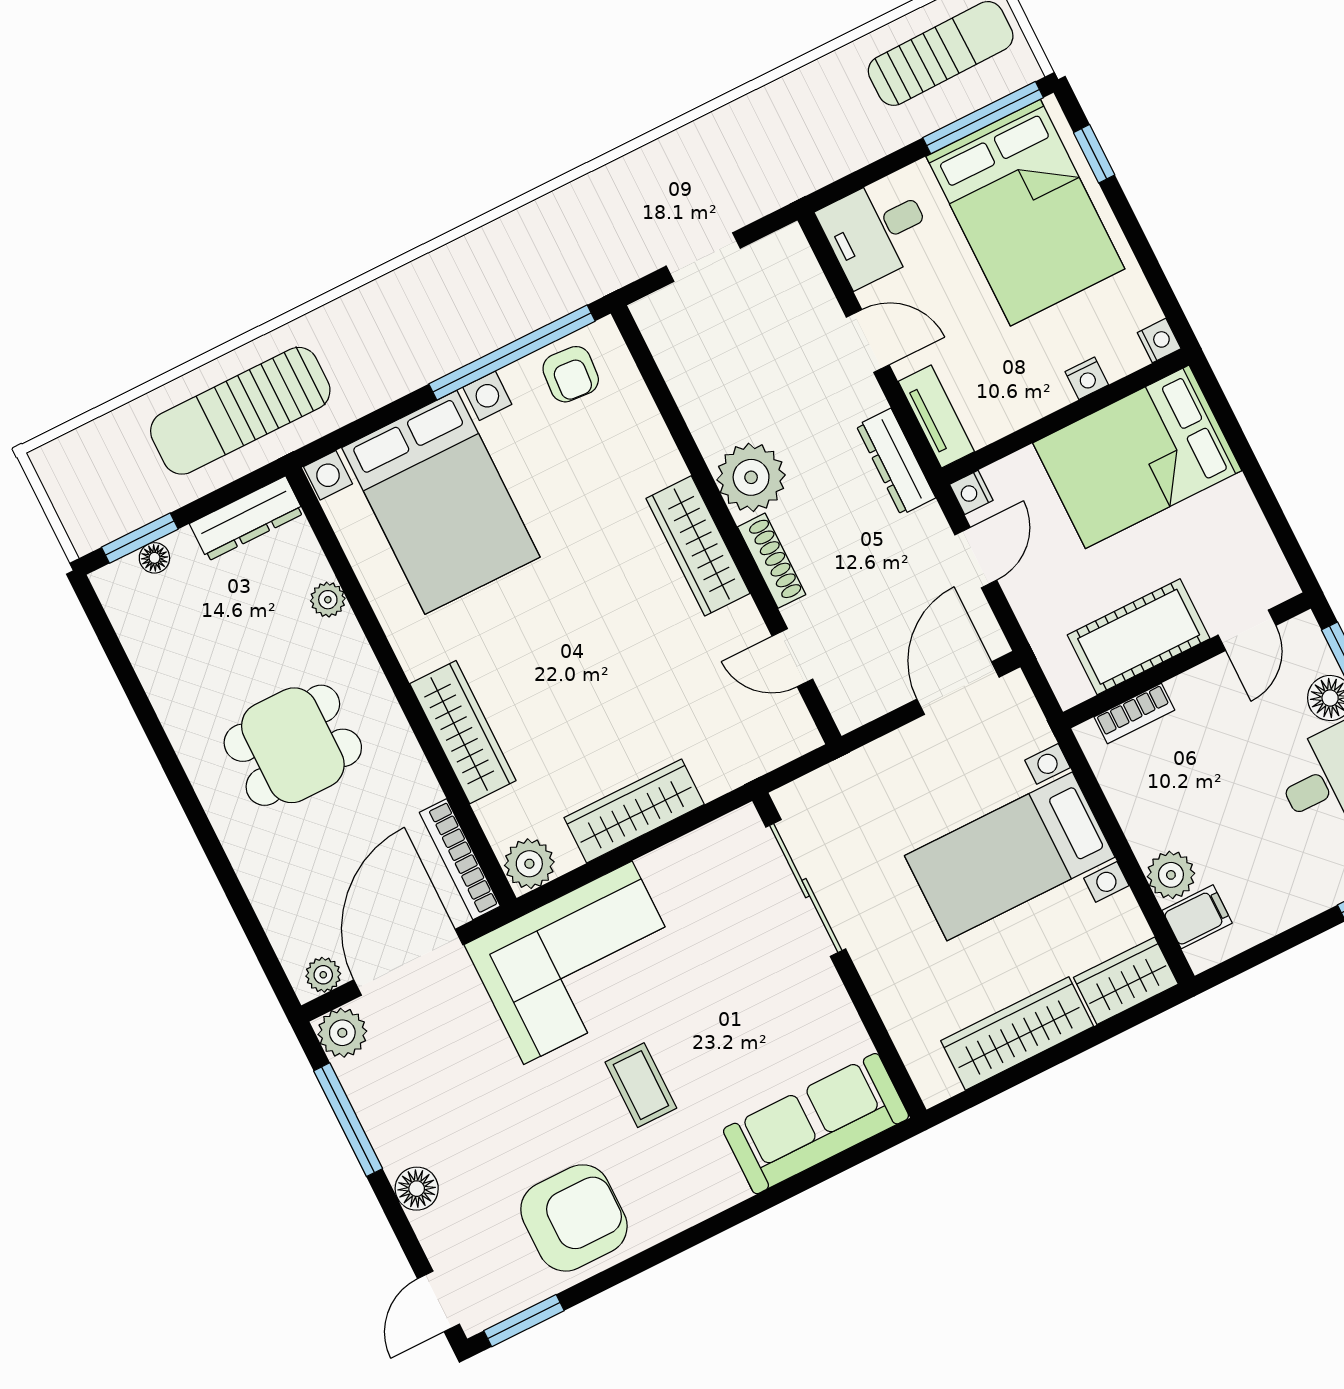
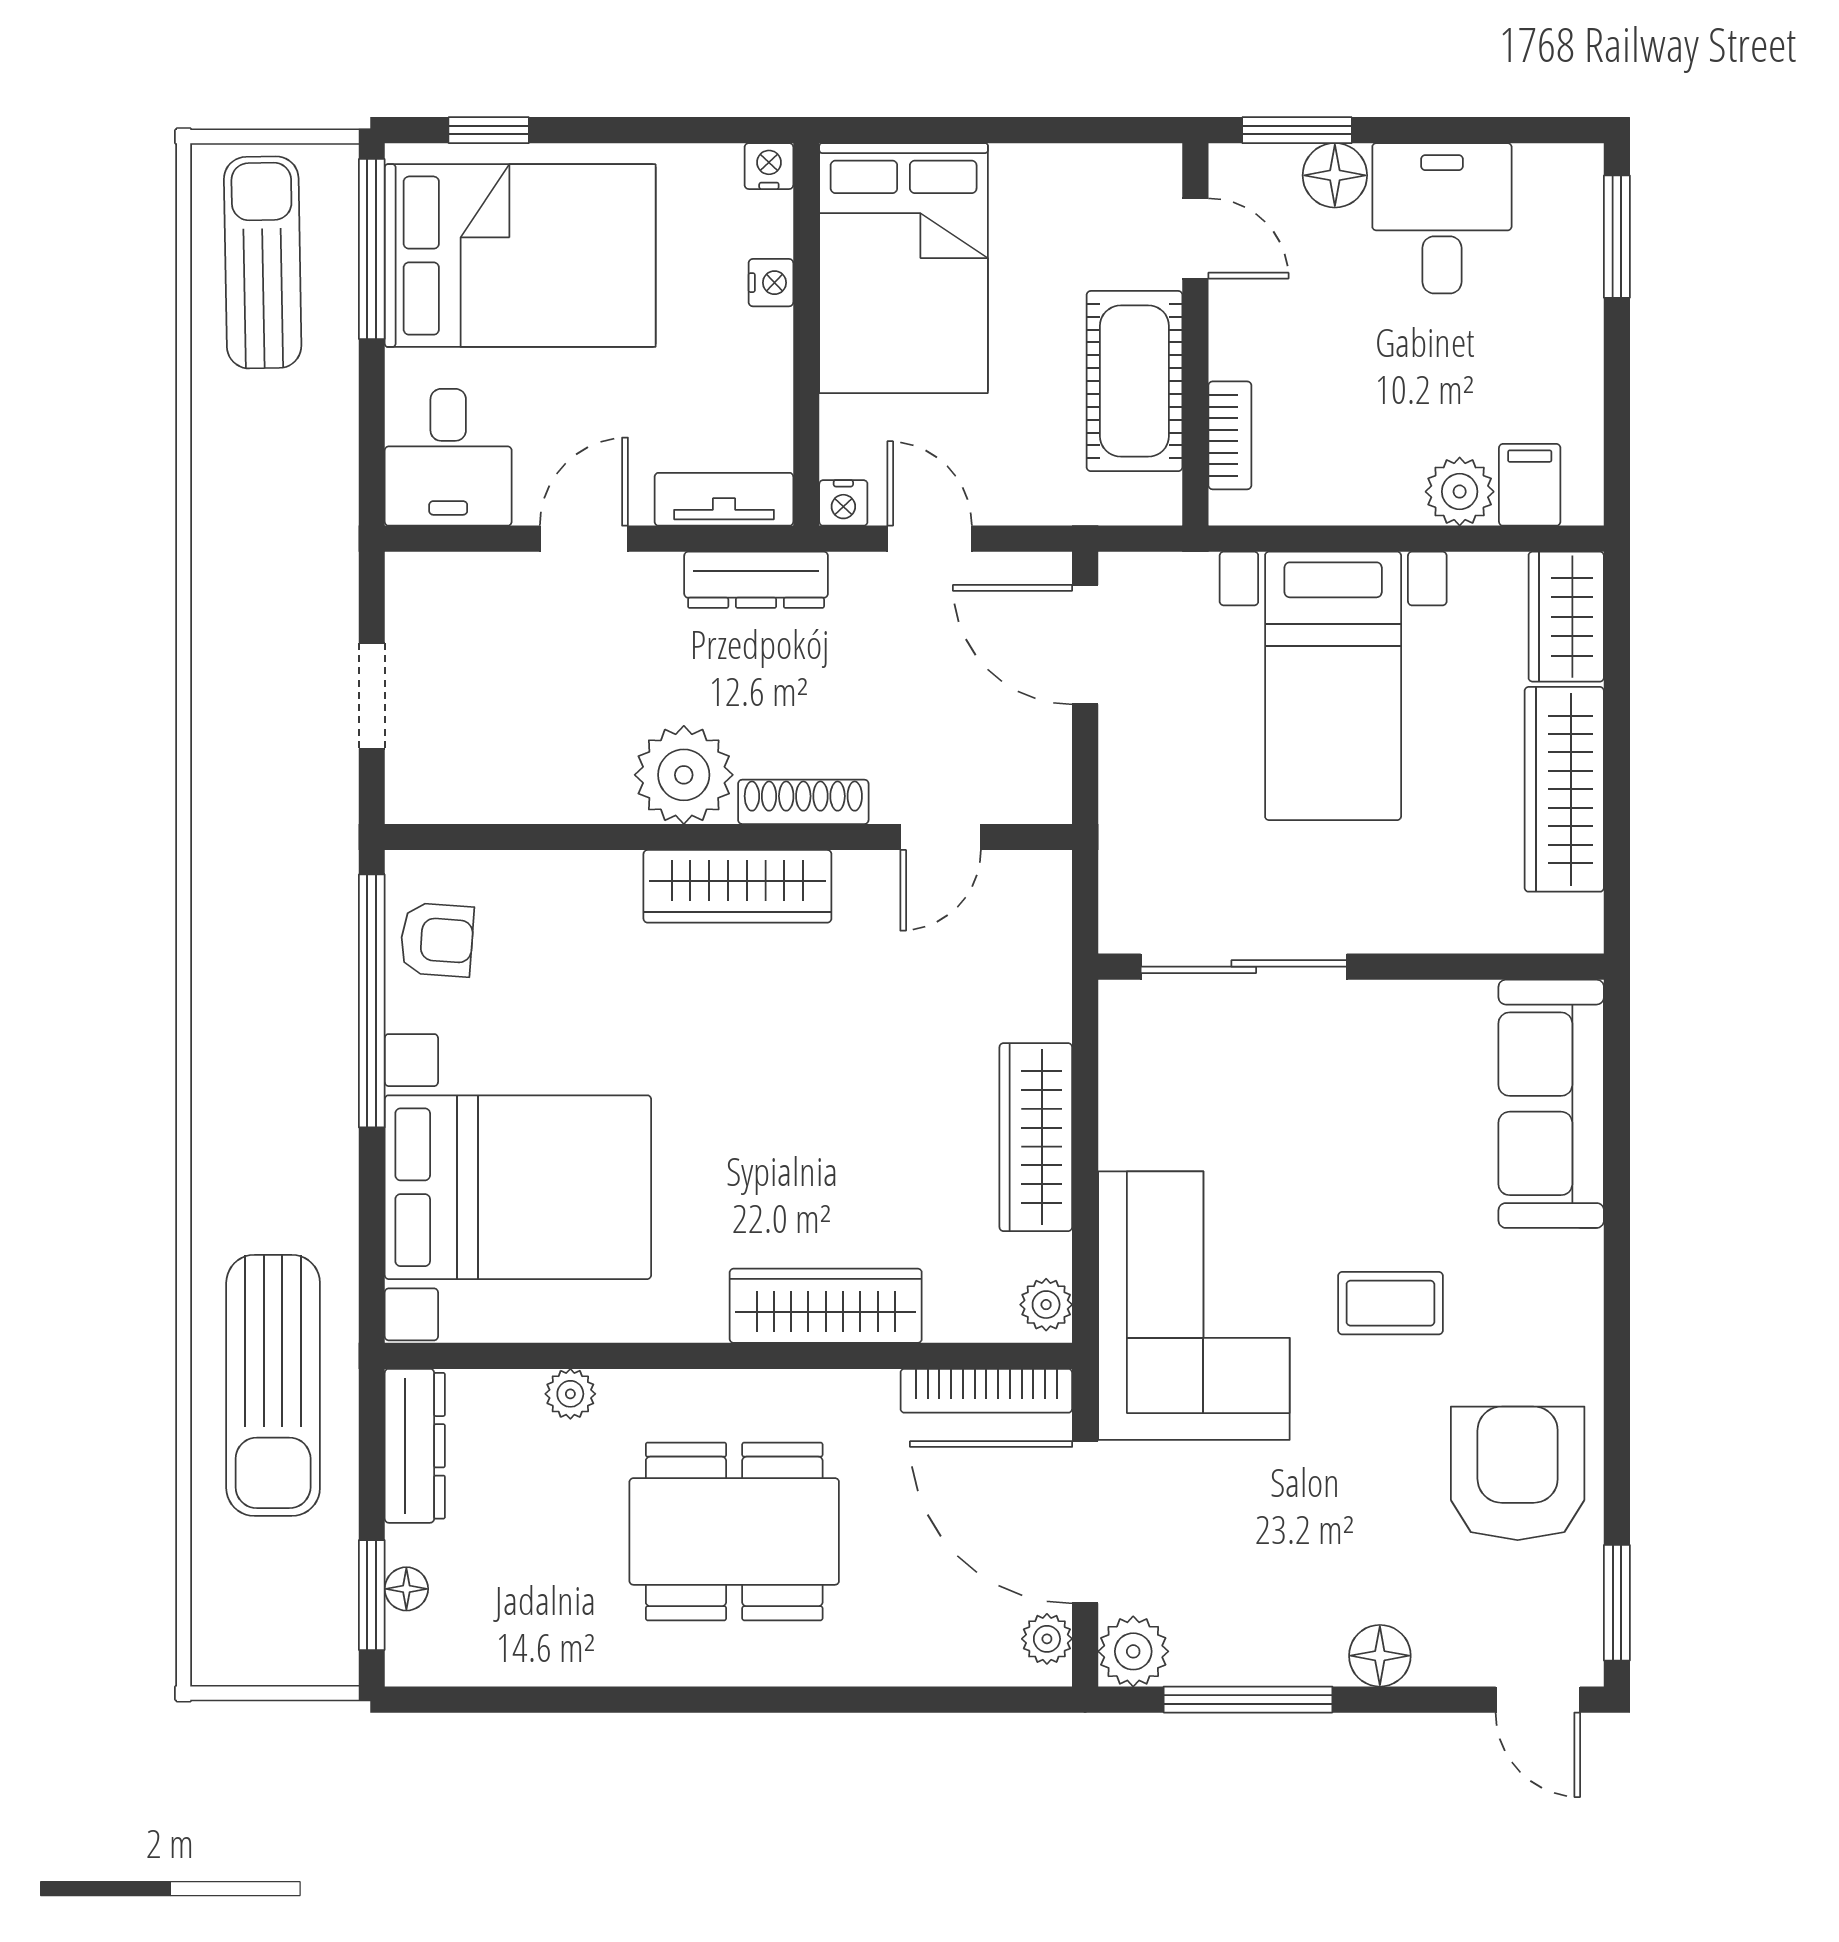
dining table: (293, 745) -> (734, 1531), width x1.38
plant: (529, 864) -> (1046, 1305), width x0.73, depth x0.73

